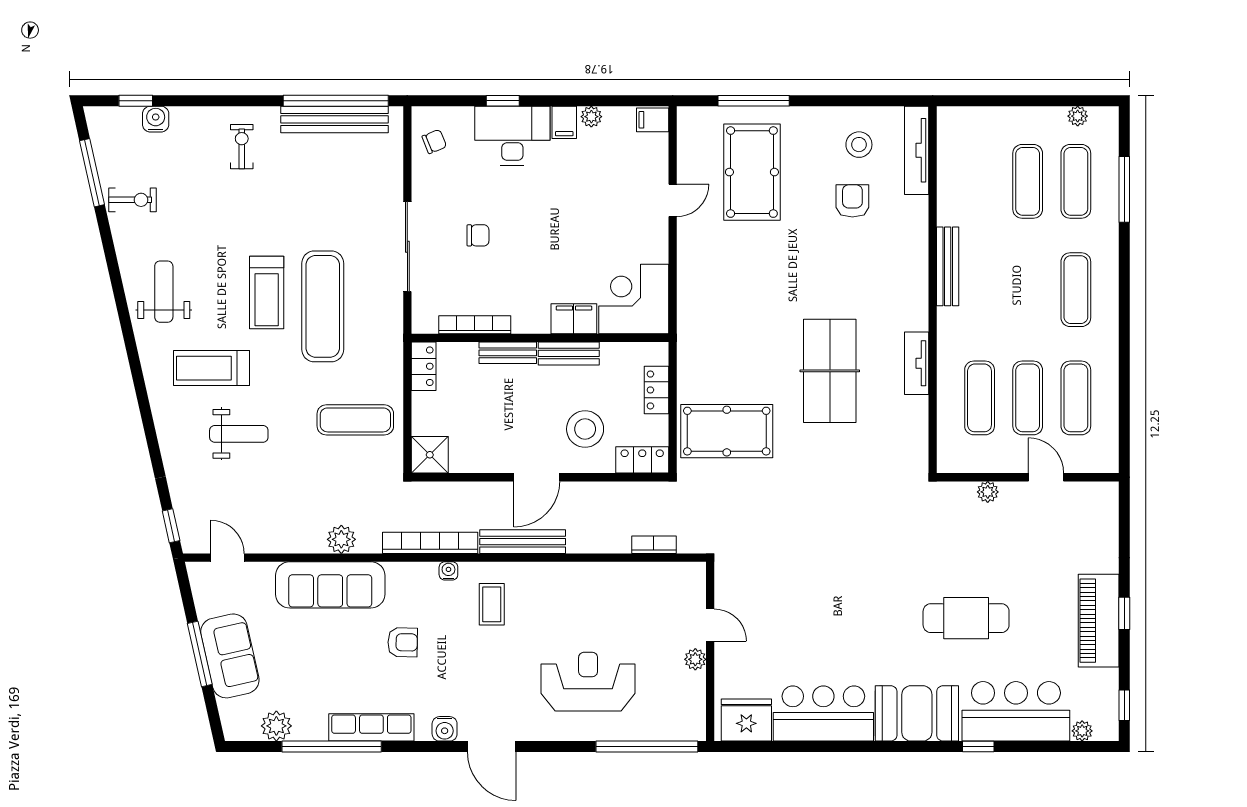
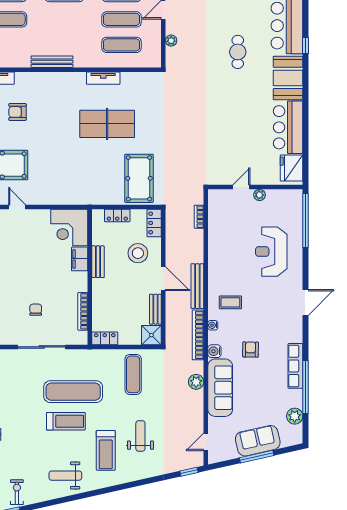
bench: (508, 353) -> (155, 309), moved
cafe table: (966, 618) -> (238, 52), width x0.73, depth x0.74
water cooler: (445, 729) -> (214, 351), moved, turned 180

